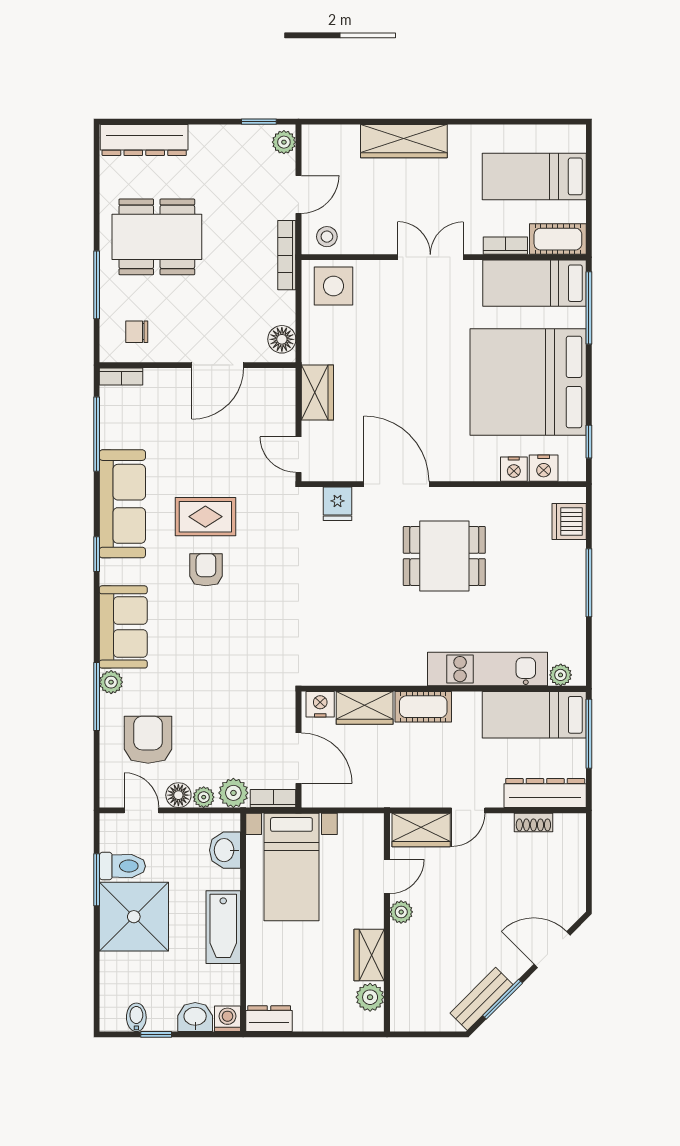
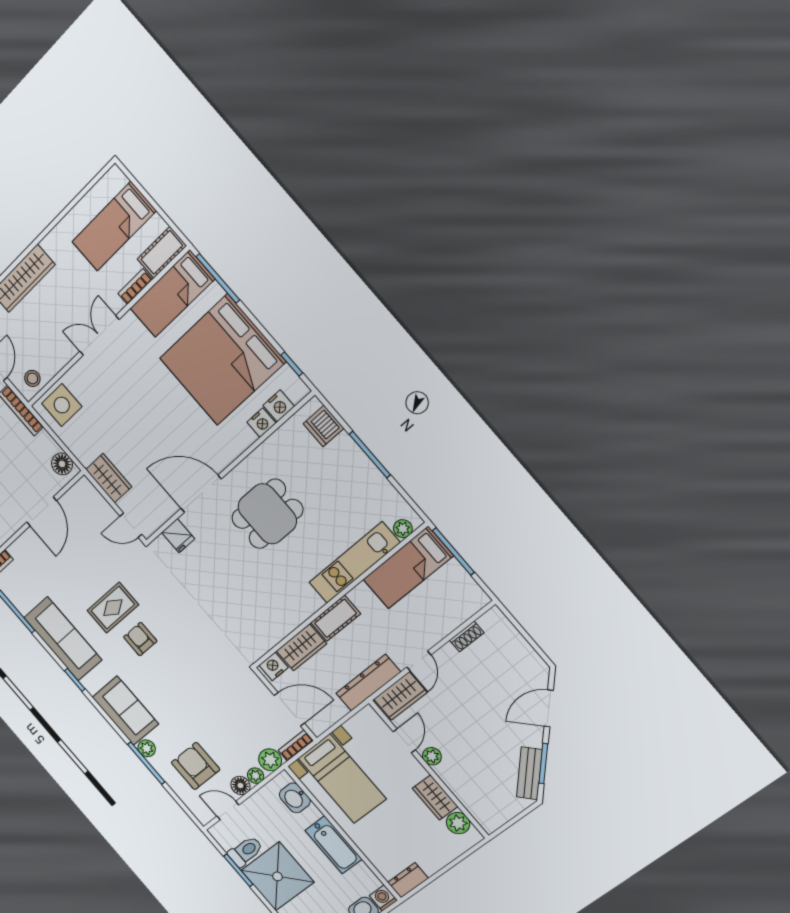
dresser: (545, 793) -> (368, 683), moved

